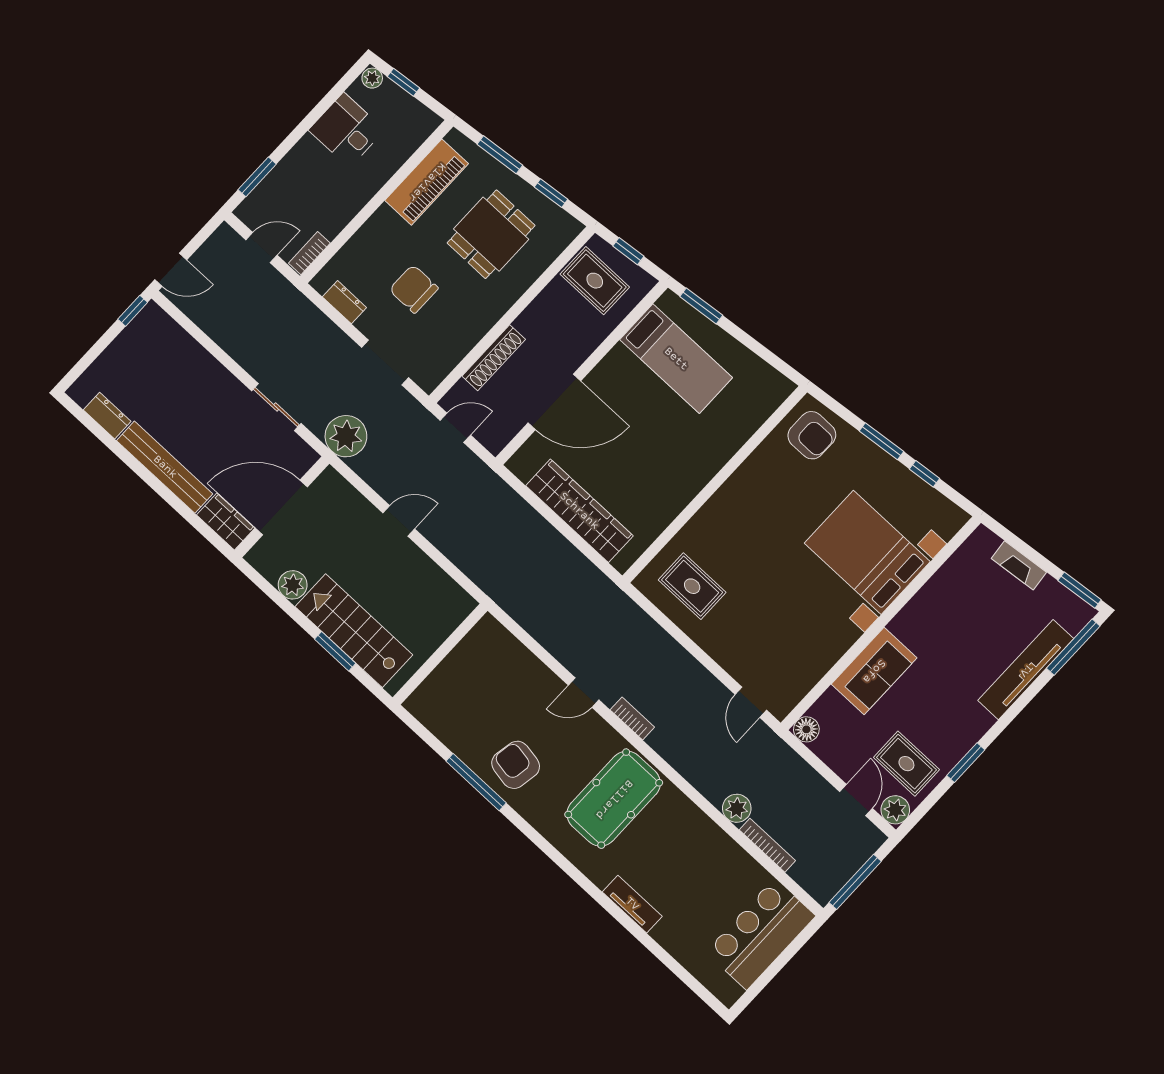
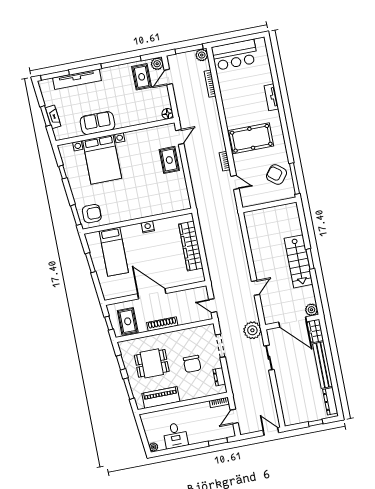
window: (404, 82) -> (144, 438), removed
door: (261, 248) -> (234, 416), hinge flipped
window: (701, 306) -> (90, 263), moved
window: (133, 311) -> (316, 423), moved
shoe rack: (494, 358) -> (162, 324), moved
bed: (676, 359) -> (114, 252), moved, turned 180
door: (554, 402) -> (152, 294), moved
dresser: (107, 416) -> (330, 401), width x1.44
armchair: (812, 435) -> (92, 214), turned 90
window: (881, 441) -> (76, 215), moved
nightstand: (687, 488) -> (148, 227), added
door: (399, 521) -> (255, 288), swing flipped
plant: (293, 585) -> (311, 310), moved
rug: (692, 586) -> (169, 160), moved
window: (1080, 590) -> (45, 116), moved
wall: (440, 654) -> (269, 205), moved
sofa: (874, 671) -> (97, 123), moved
window: (966, 763) -> (121, 62), width x2.11
armchair: (516, 765) -> (277, 175), turned 118
plant: (737, 808) -> (202, 55), moved

